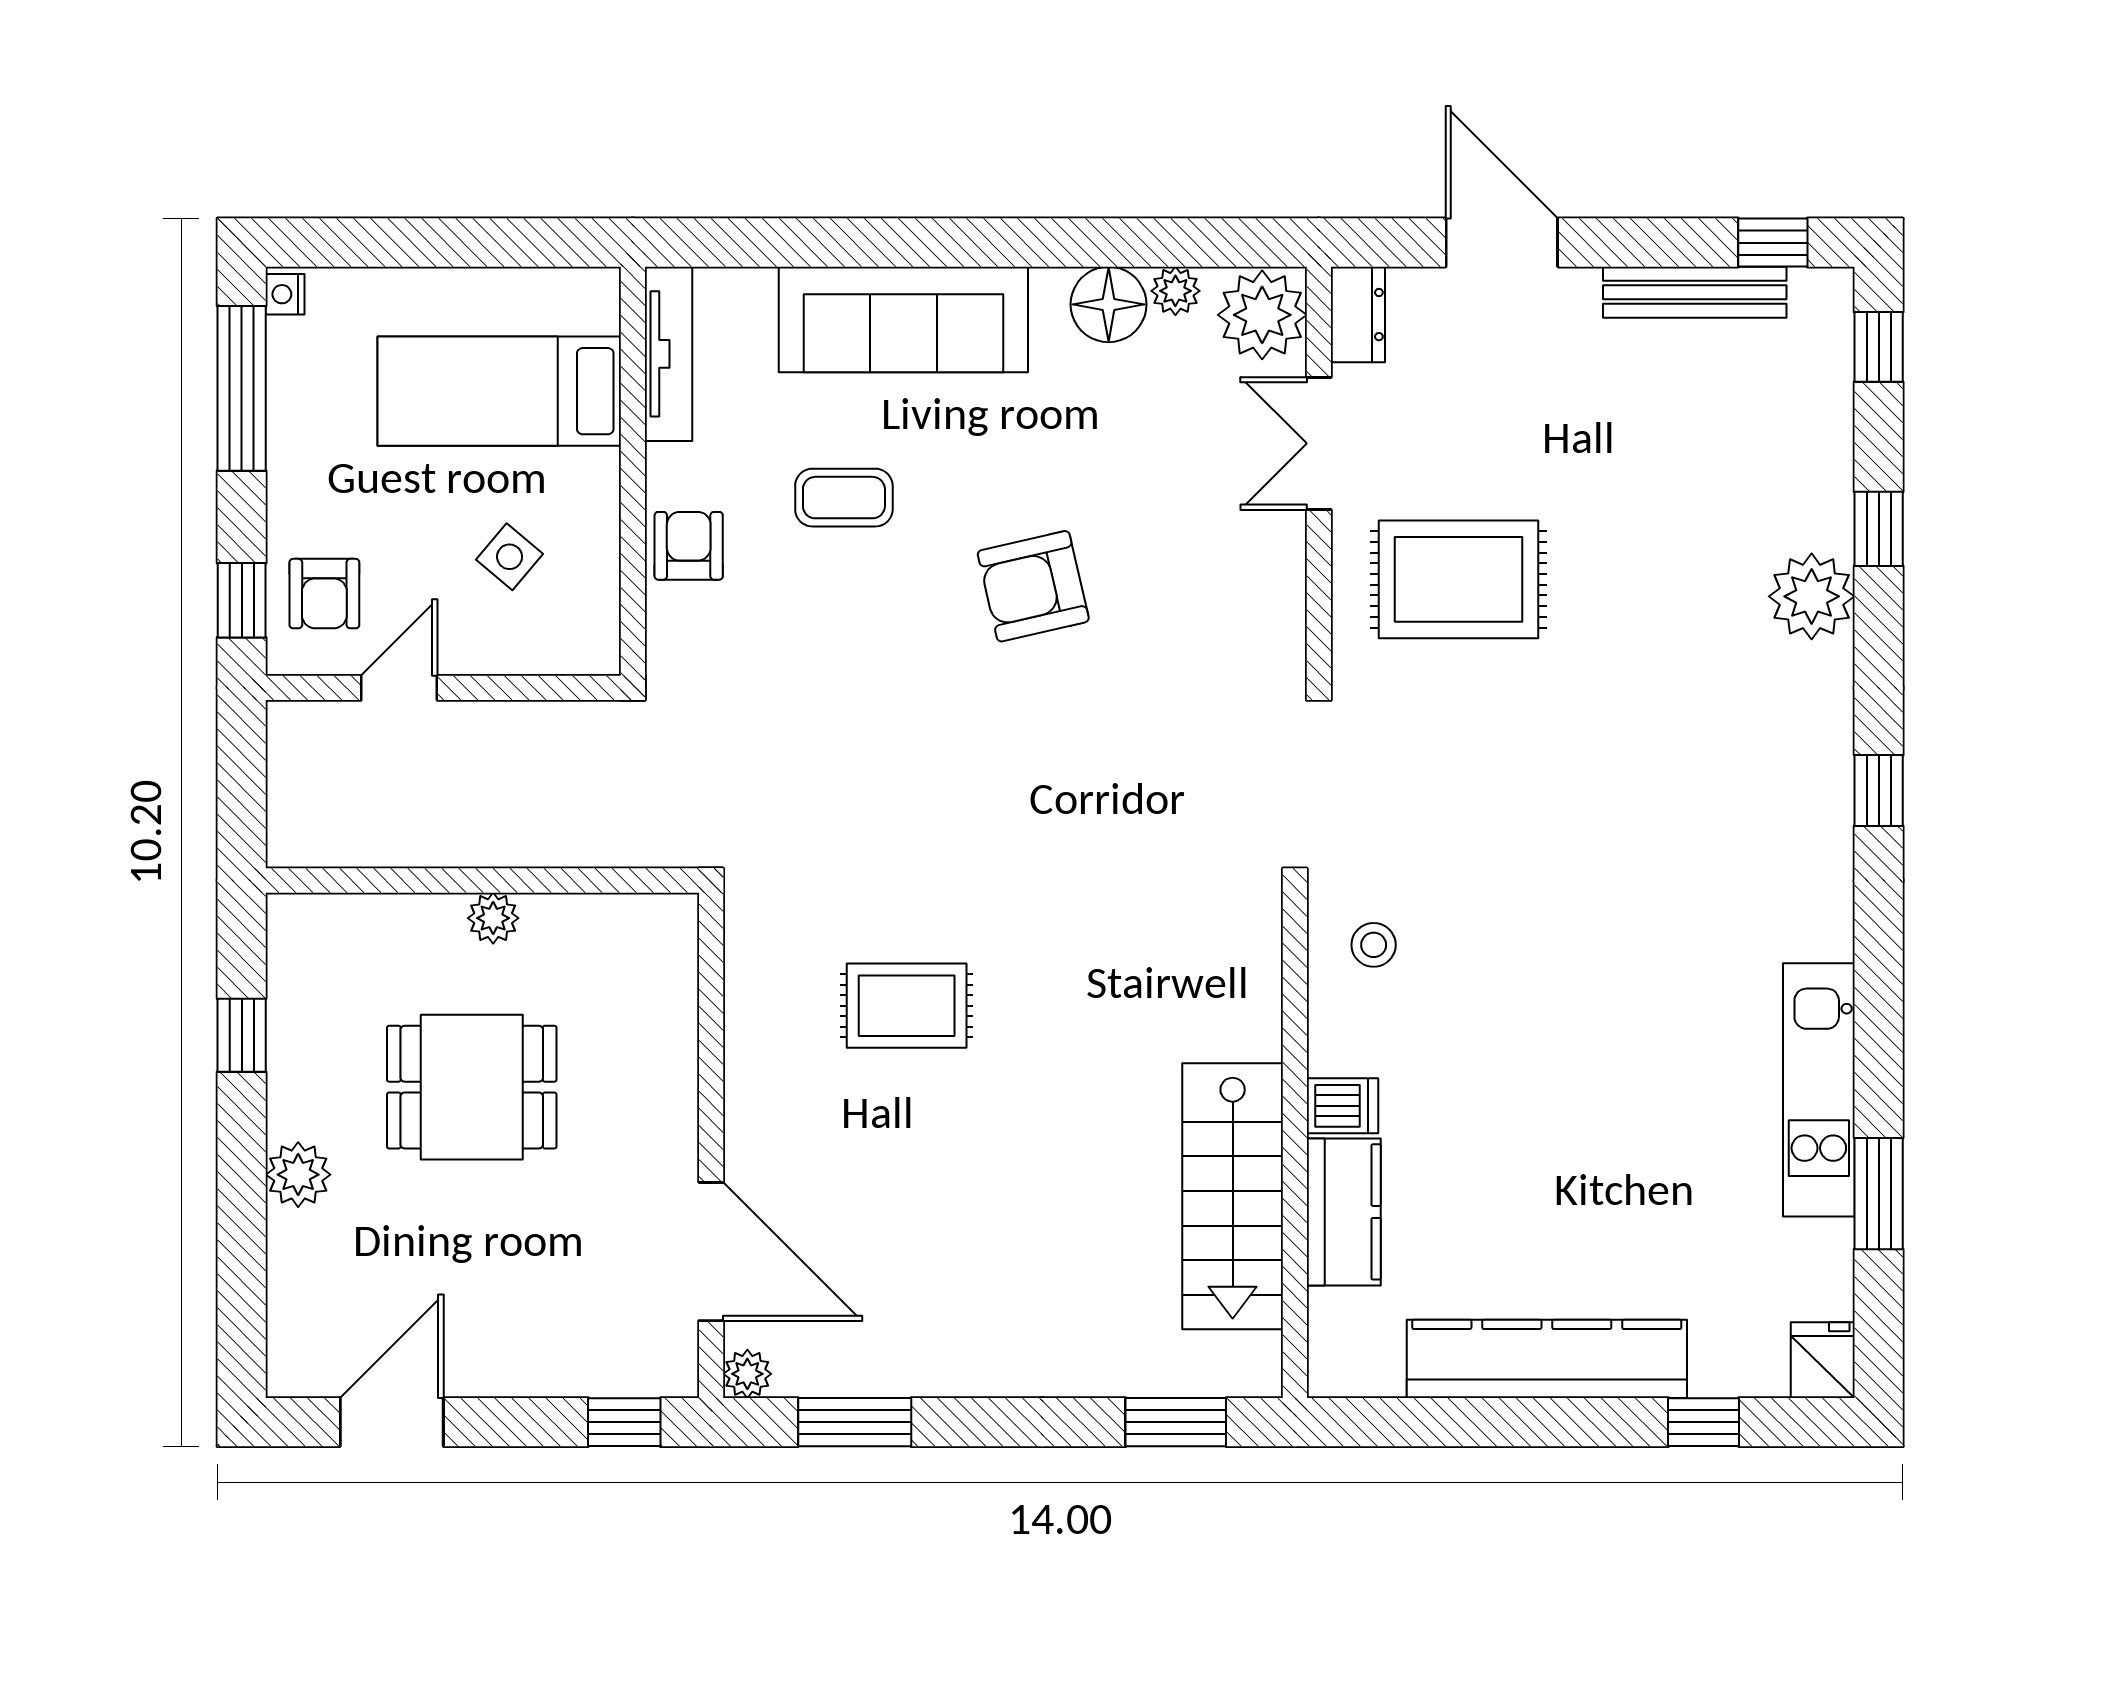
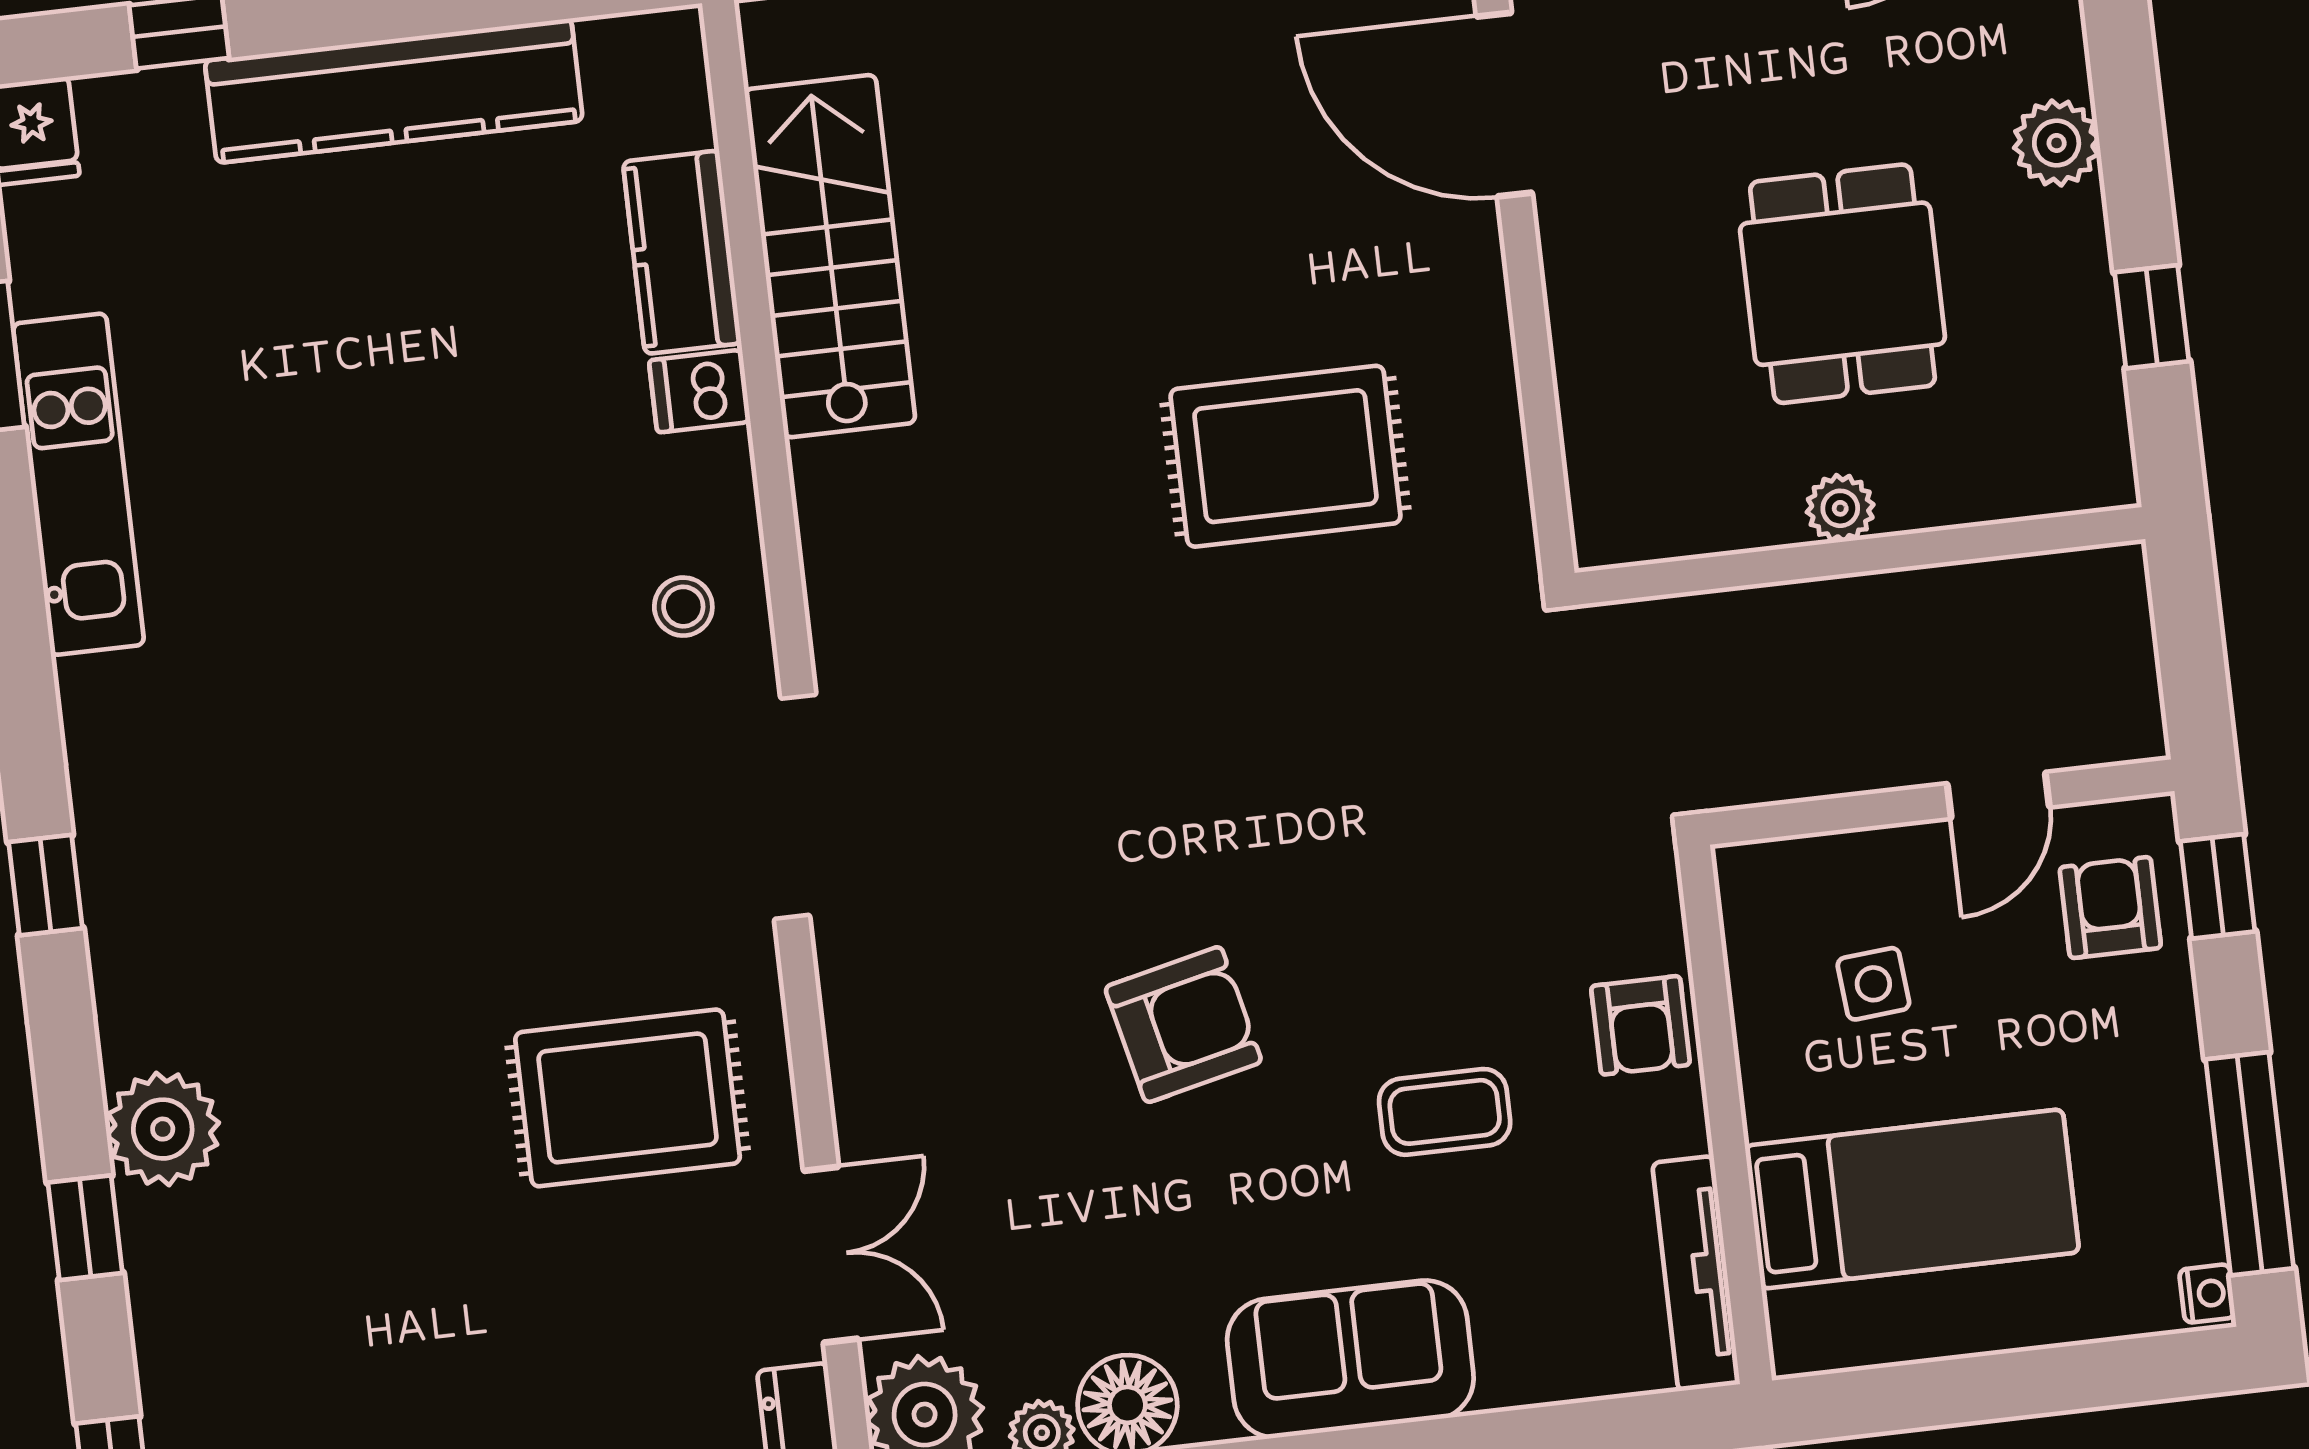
sofa: (903, 320) -> (1350, 1359), width x0.73
side table: (510, 557) -> (1873, 984), turned 45
rug: (907, 1006) -> (1285, 456), width x1.36, depth x1.43
dining table: (472, 1087) -> (1843, 284), turned 90

